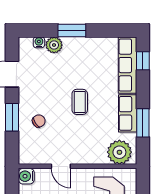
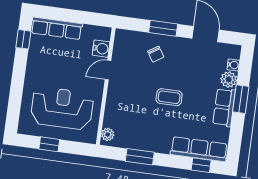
row of seats: (128, 113) -> (224, 107), moved, turned -90
plant: (119, 152) -> (108, 134), width x0.53, depth x0.53
water cooler: (26, 176) -> (101, 49), moved, turned 90

